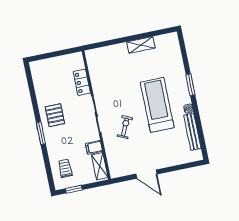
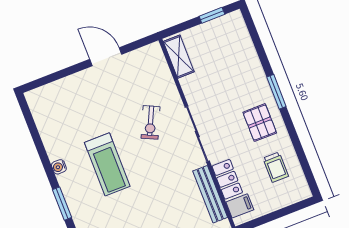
treadmill: (157, 105) -> (107, 164), width x0.73, depth x0.73
bench: (192, 132) -> (210, 194), moved
filing cabinet: (94, 147) -> (240, 206), moved
trolley: (65, 168) -> (276, 167), moved

